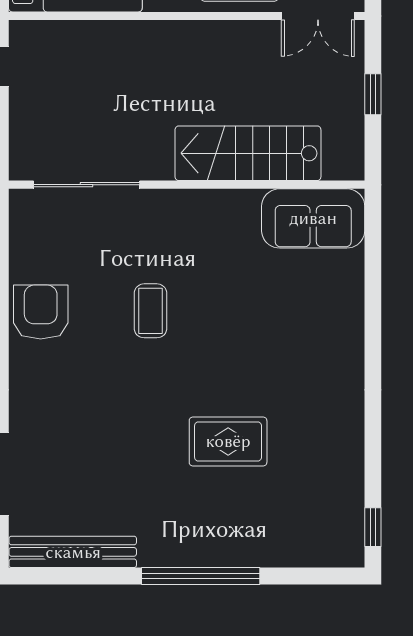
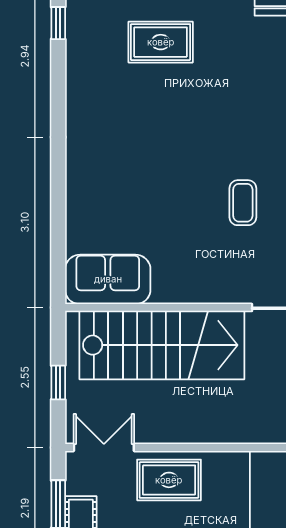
stairs: (248, 153) -> (162, 345), width x1.36, depth x1.51
rug: (228, 441) -> (161, 42), moved

